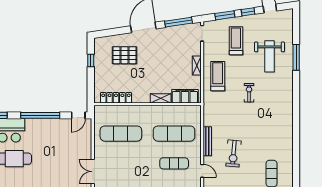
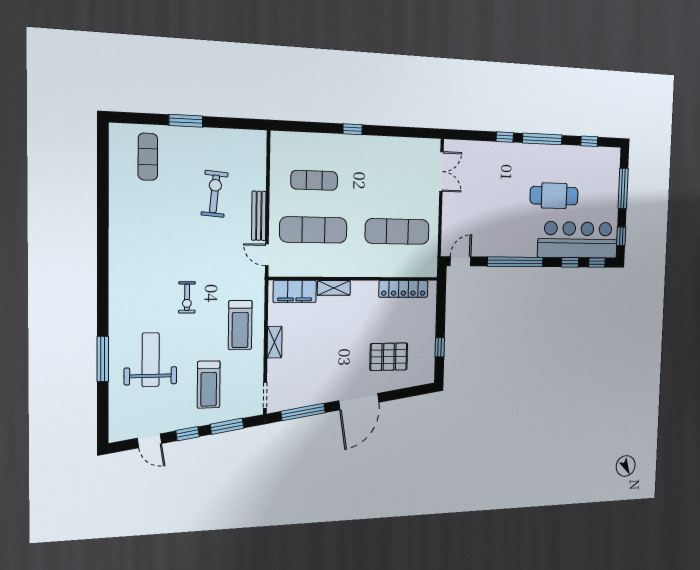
door: (202, 171) -> (267, 255), moved

